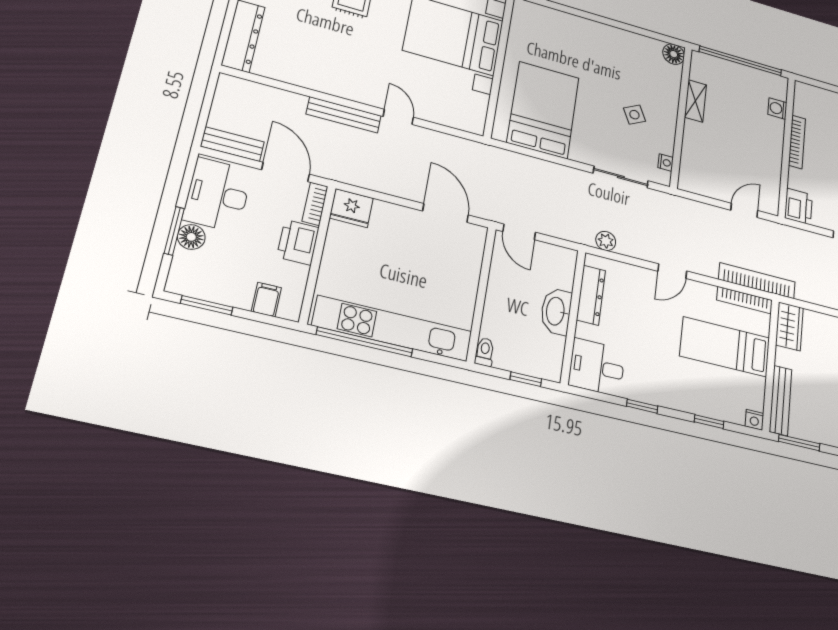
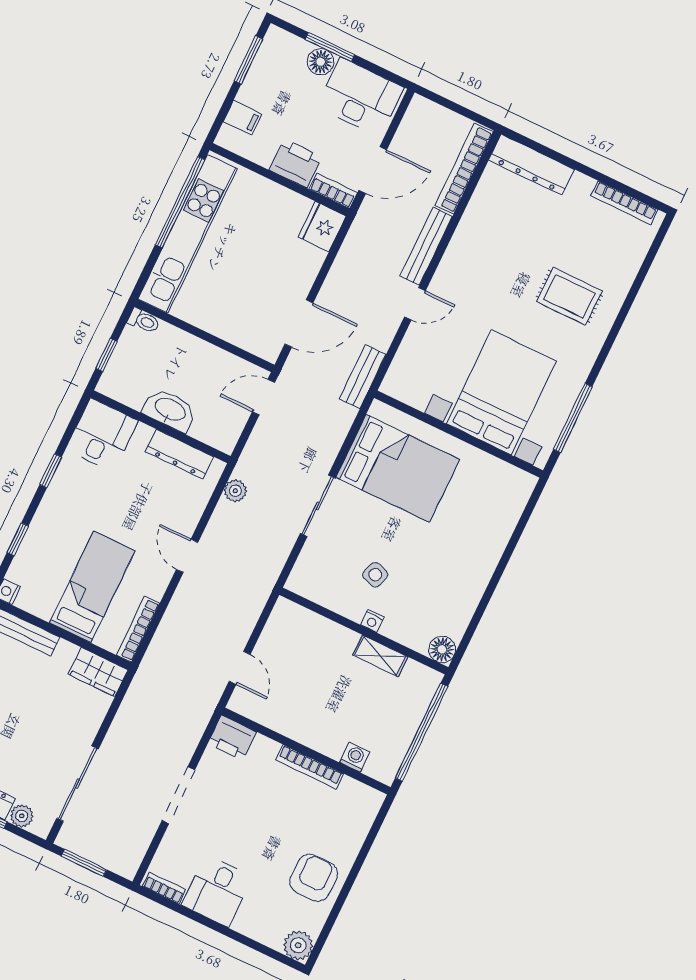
side table: (634, 115) -> (375, 575), turned 45
bench: (232, 144) -> (363, 377), moved
nightstand: (666, 163) -> (372, 621), moved
sliding door: (621, 177) -> (318, 506), moved
bookcase: (757, 281) -> (464, 169), moved, turned 180

